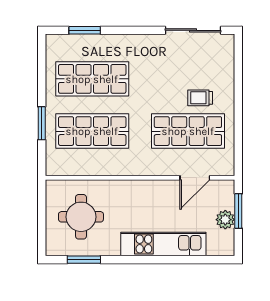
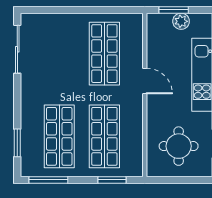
window: (42, 66) -> (48, 180), added
trolley: (200, 98) -> (76, 43), removed
window: (42, 123) -> (112, 180), moved
door: (195, 178) -> (145, 81), moved

